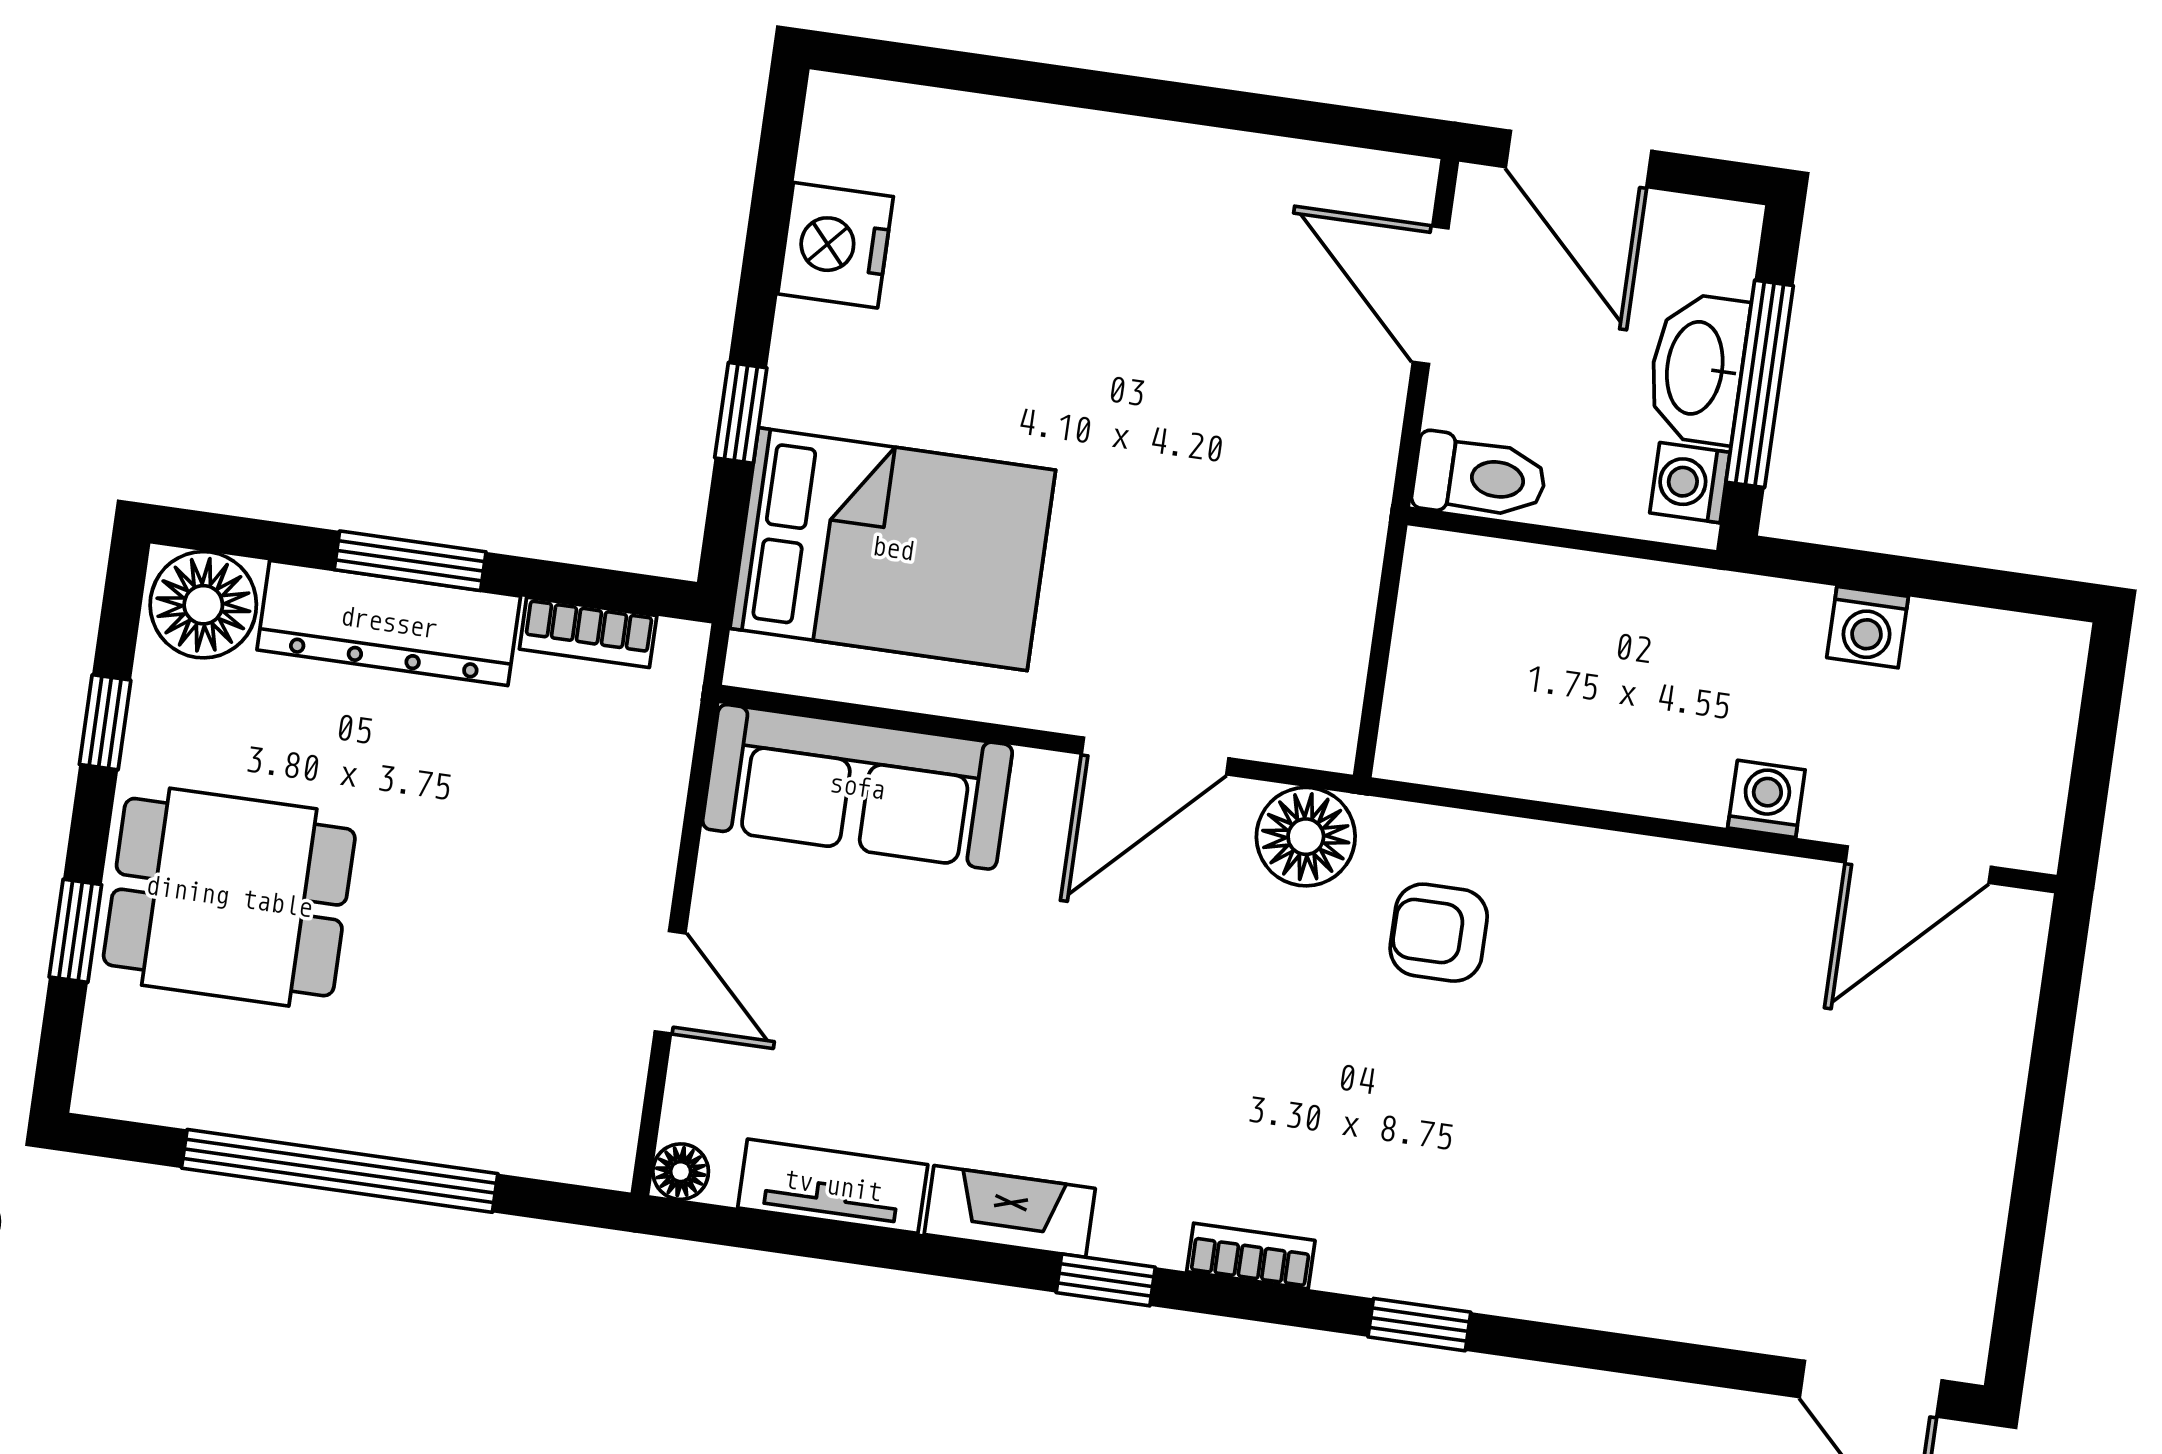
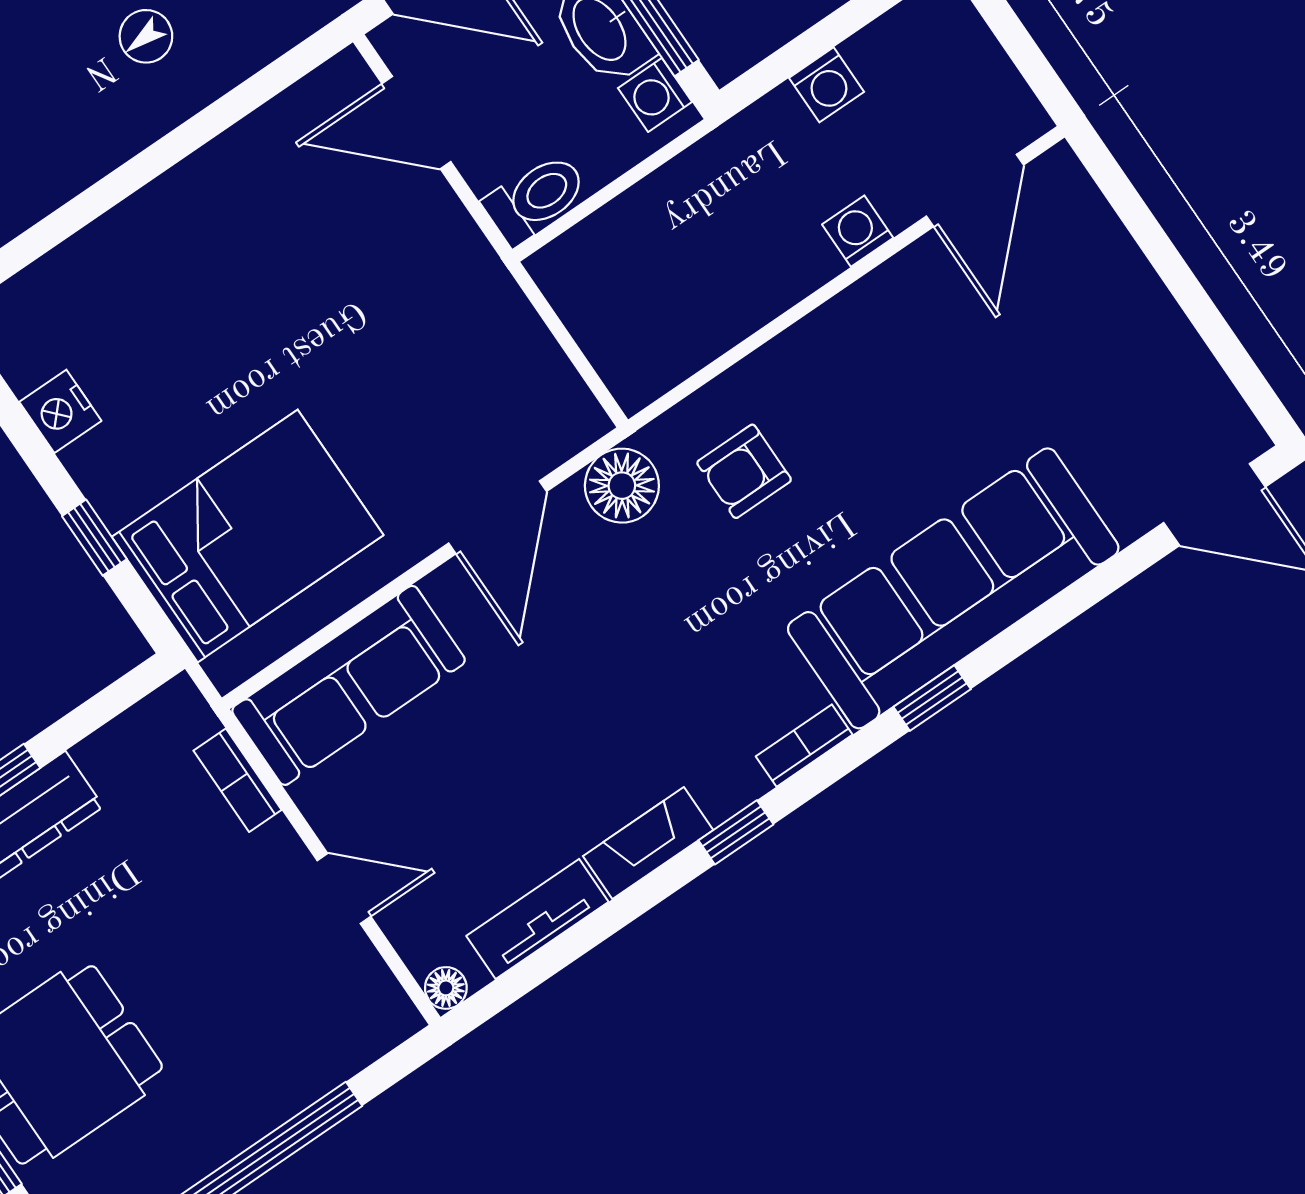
nightstand: (835, 245) -> (60, 411), width x0.74, depth x0.75
bookcase: (588, 632) -> (237, 780), moved, turned 90
sofa: (1539, 1236) -> (953, 588), added

